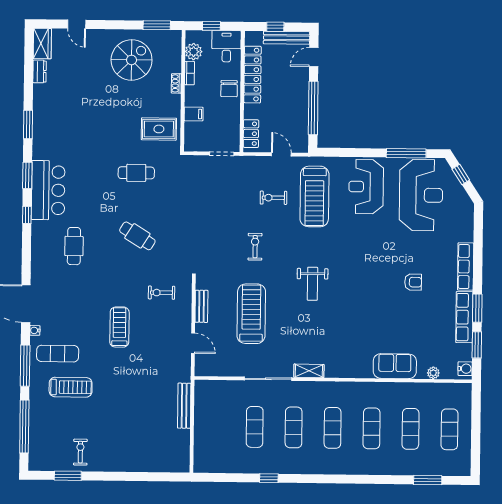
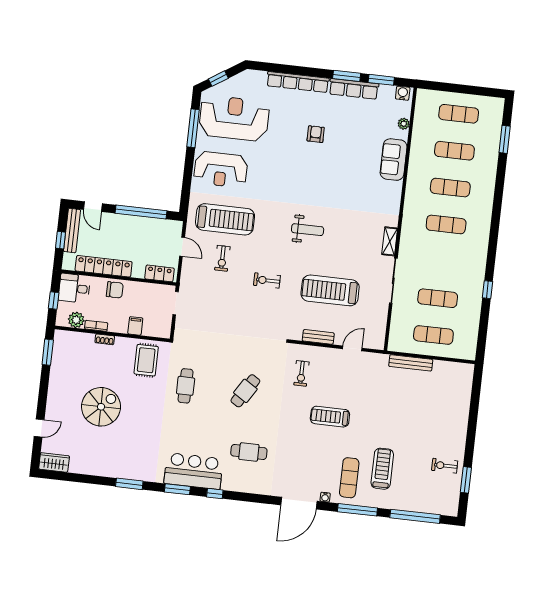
spiral stairs: (132, 60) -> (101, 407), moved, turned 90
dresser: (40, 71) -> (80, 468), removed
door: (281, 154) -> (182, 247), swing flipped
row of seats: (466, 267) -> (298, 82), width x1.36
exercise mat: (294, 427) -> (433, 335), moved

